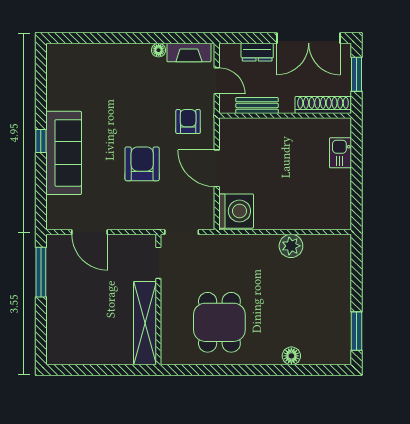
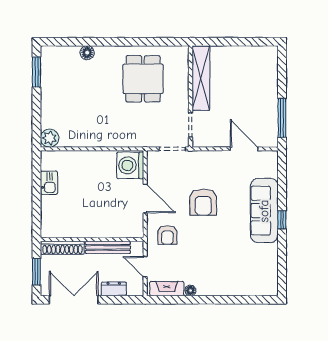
bench: (257, 105) -> (108, 247), width x1.36
kitchen sink: (341, 153) -> (49, 183), moved
plant: (291, 246) -> (50, 138), moved

